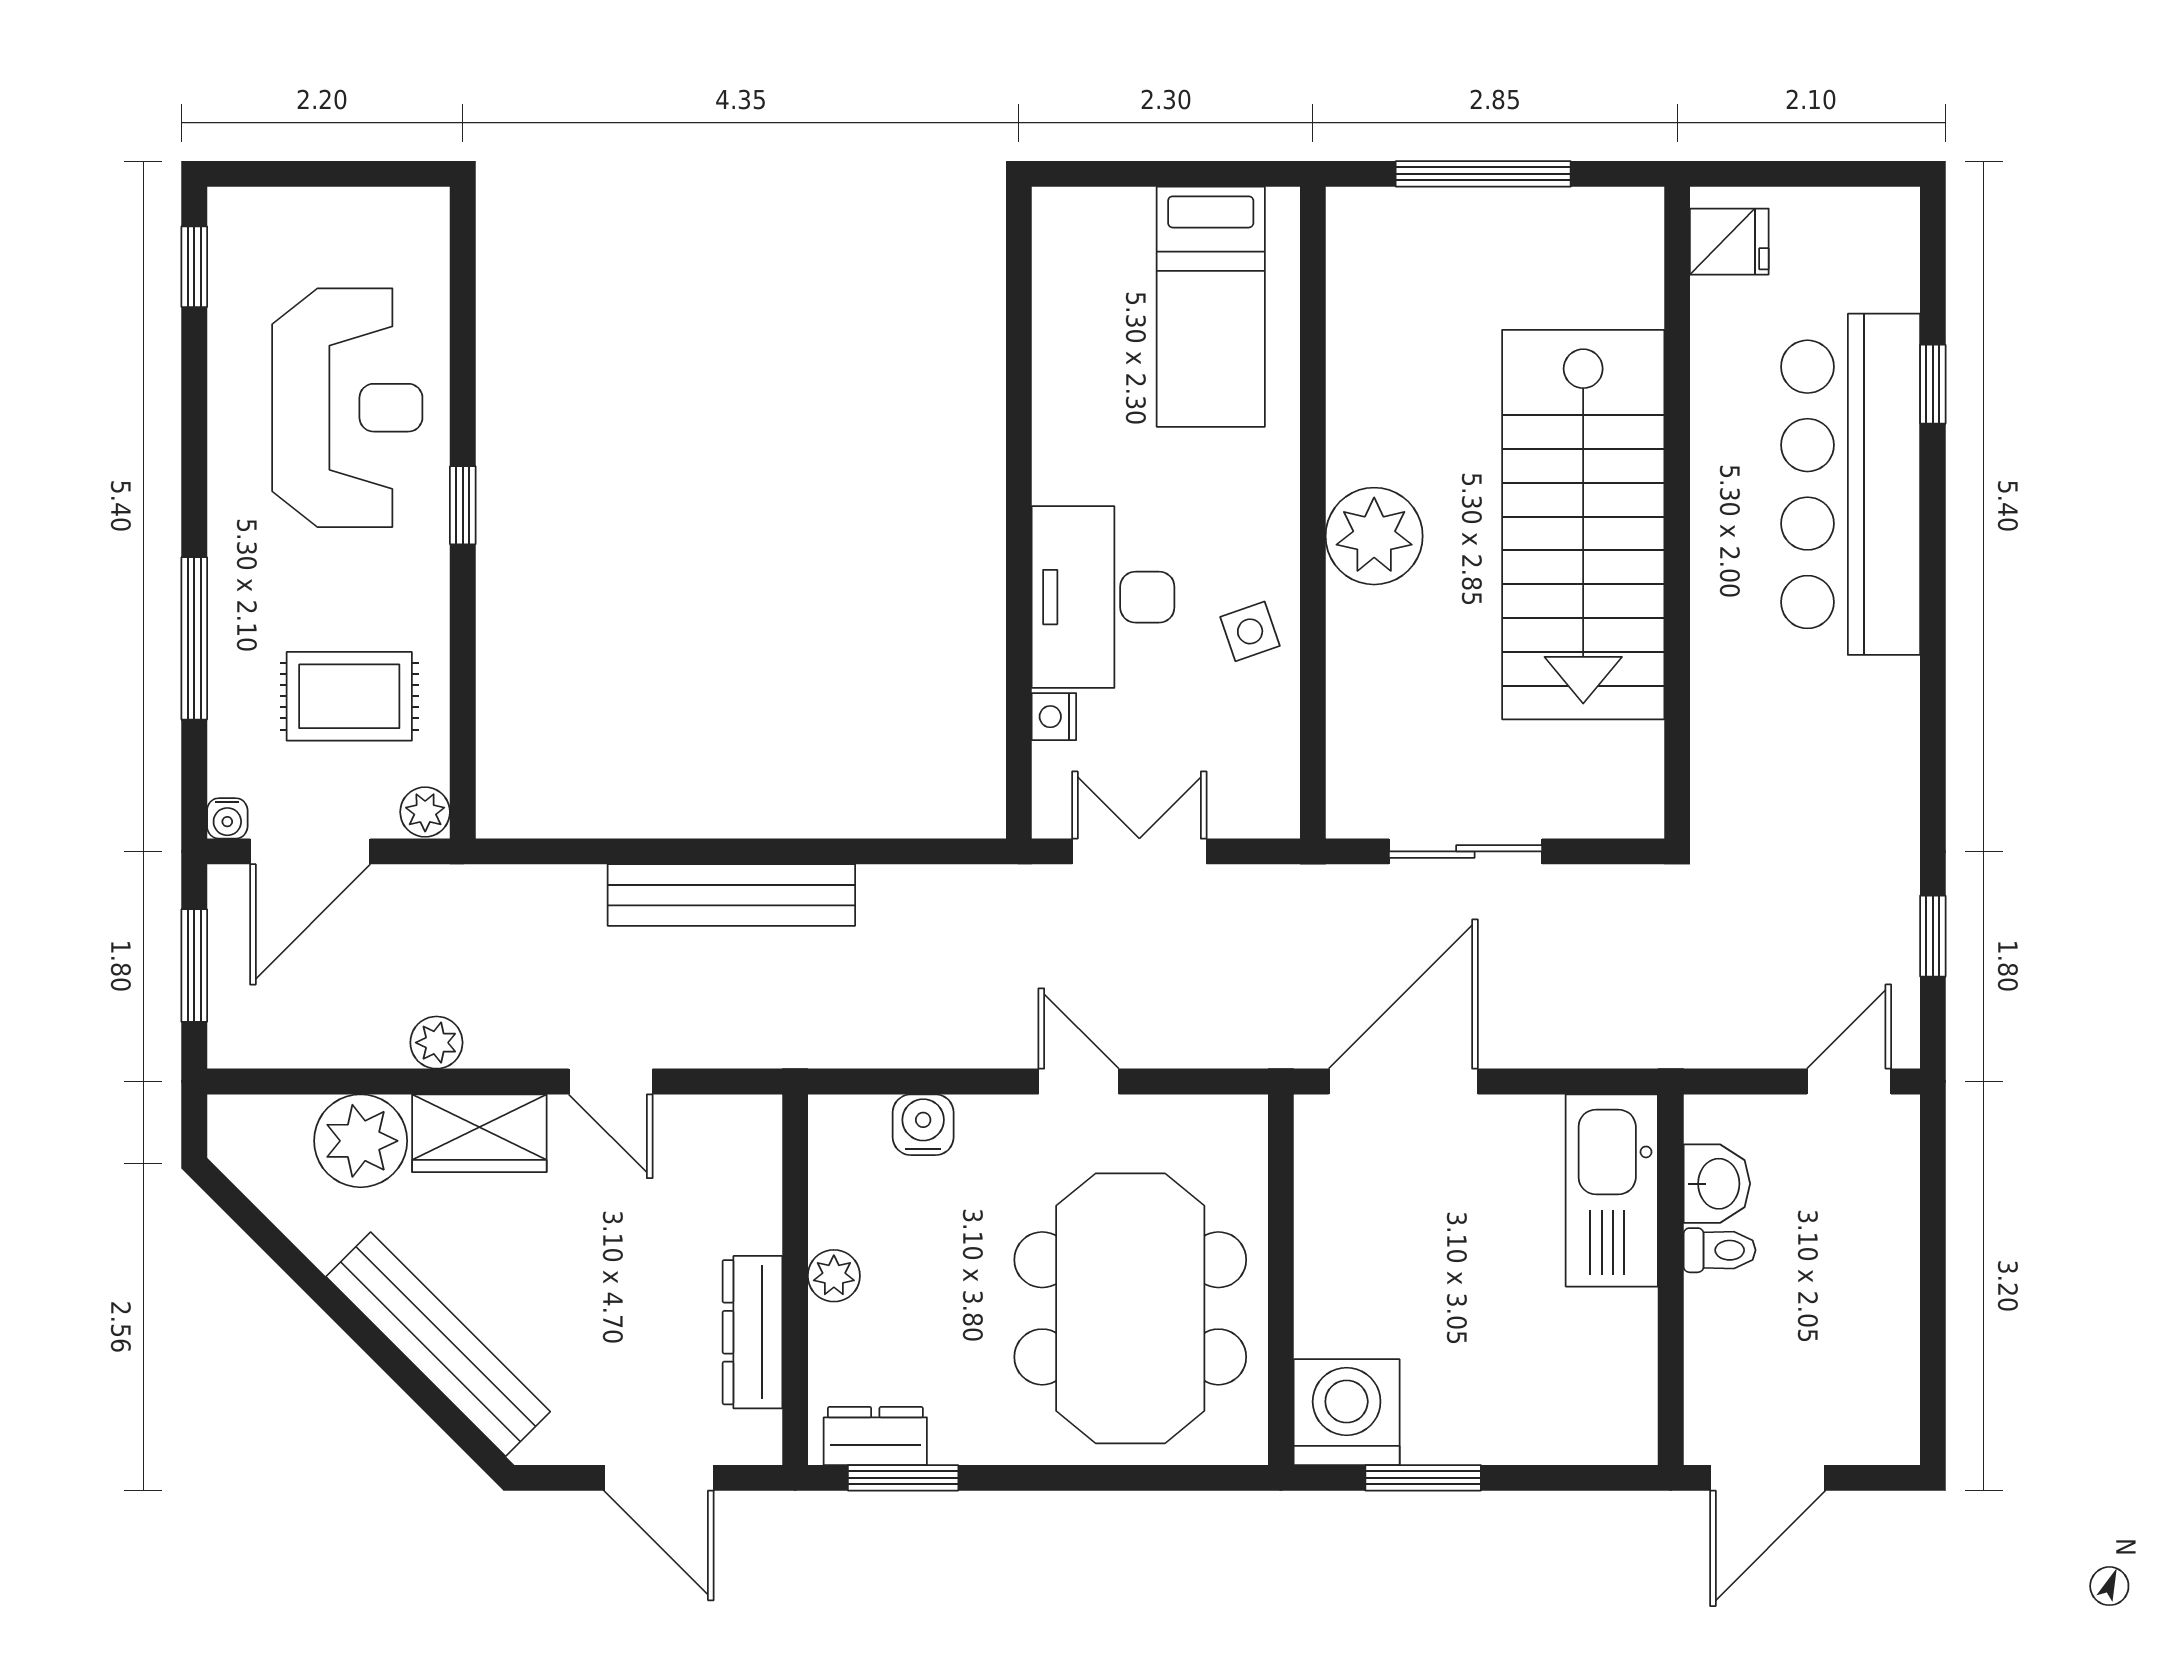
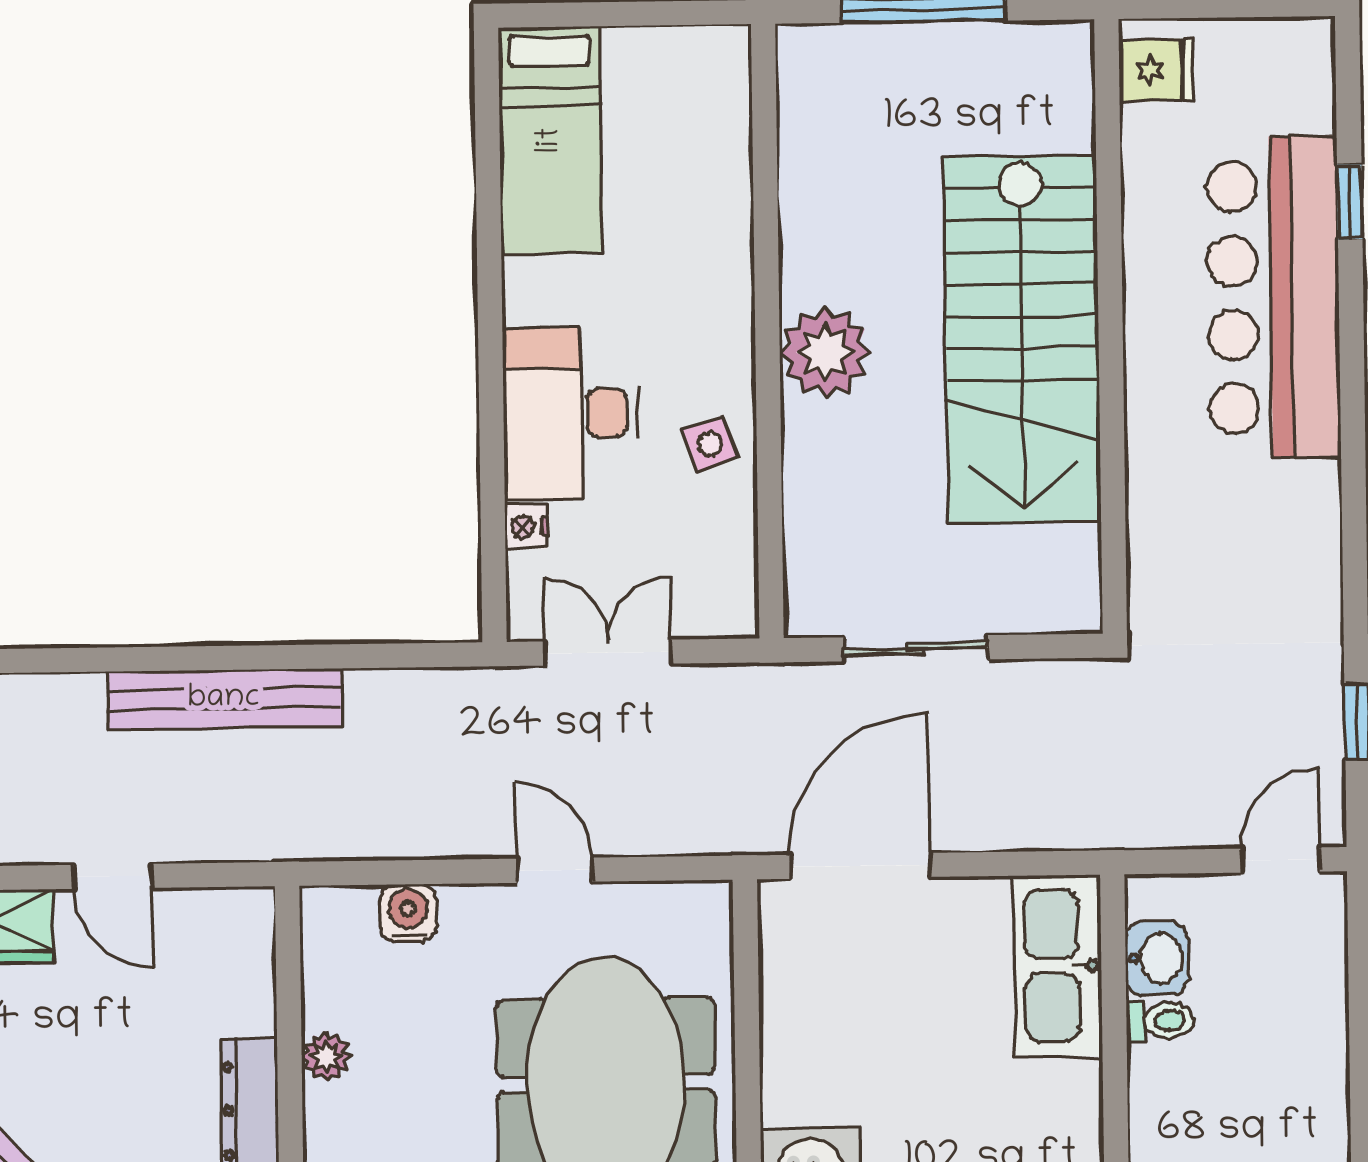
bed: (1211, 307) -> (551, 140), moved

